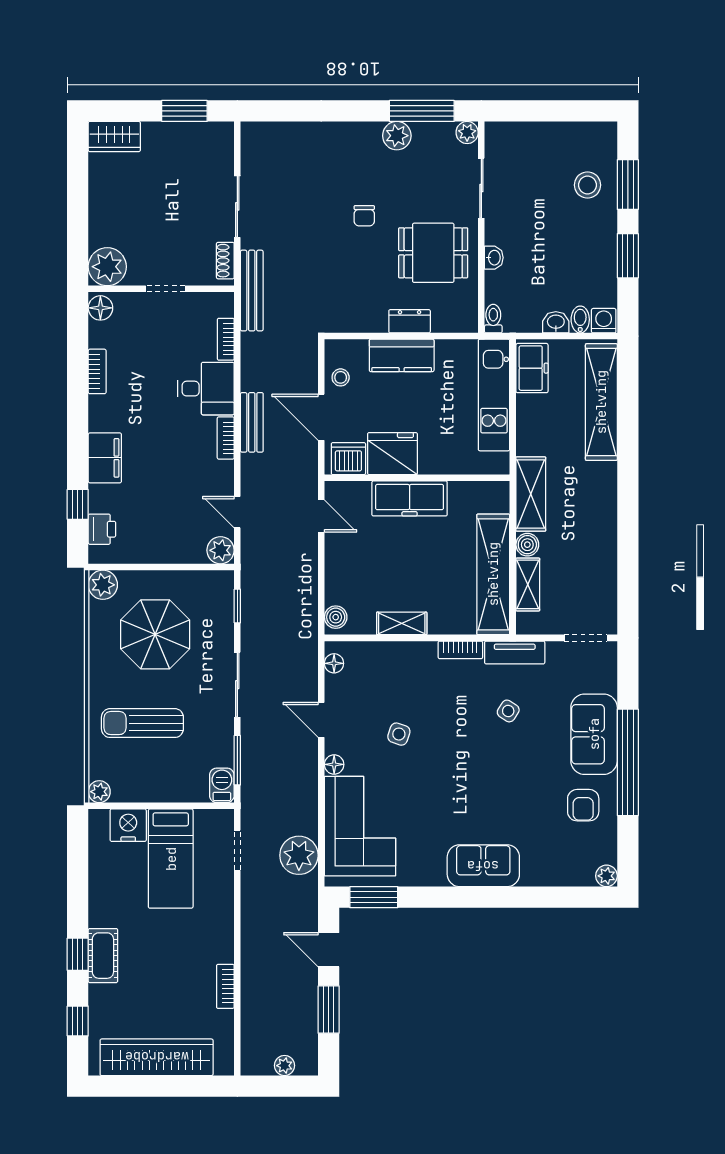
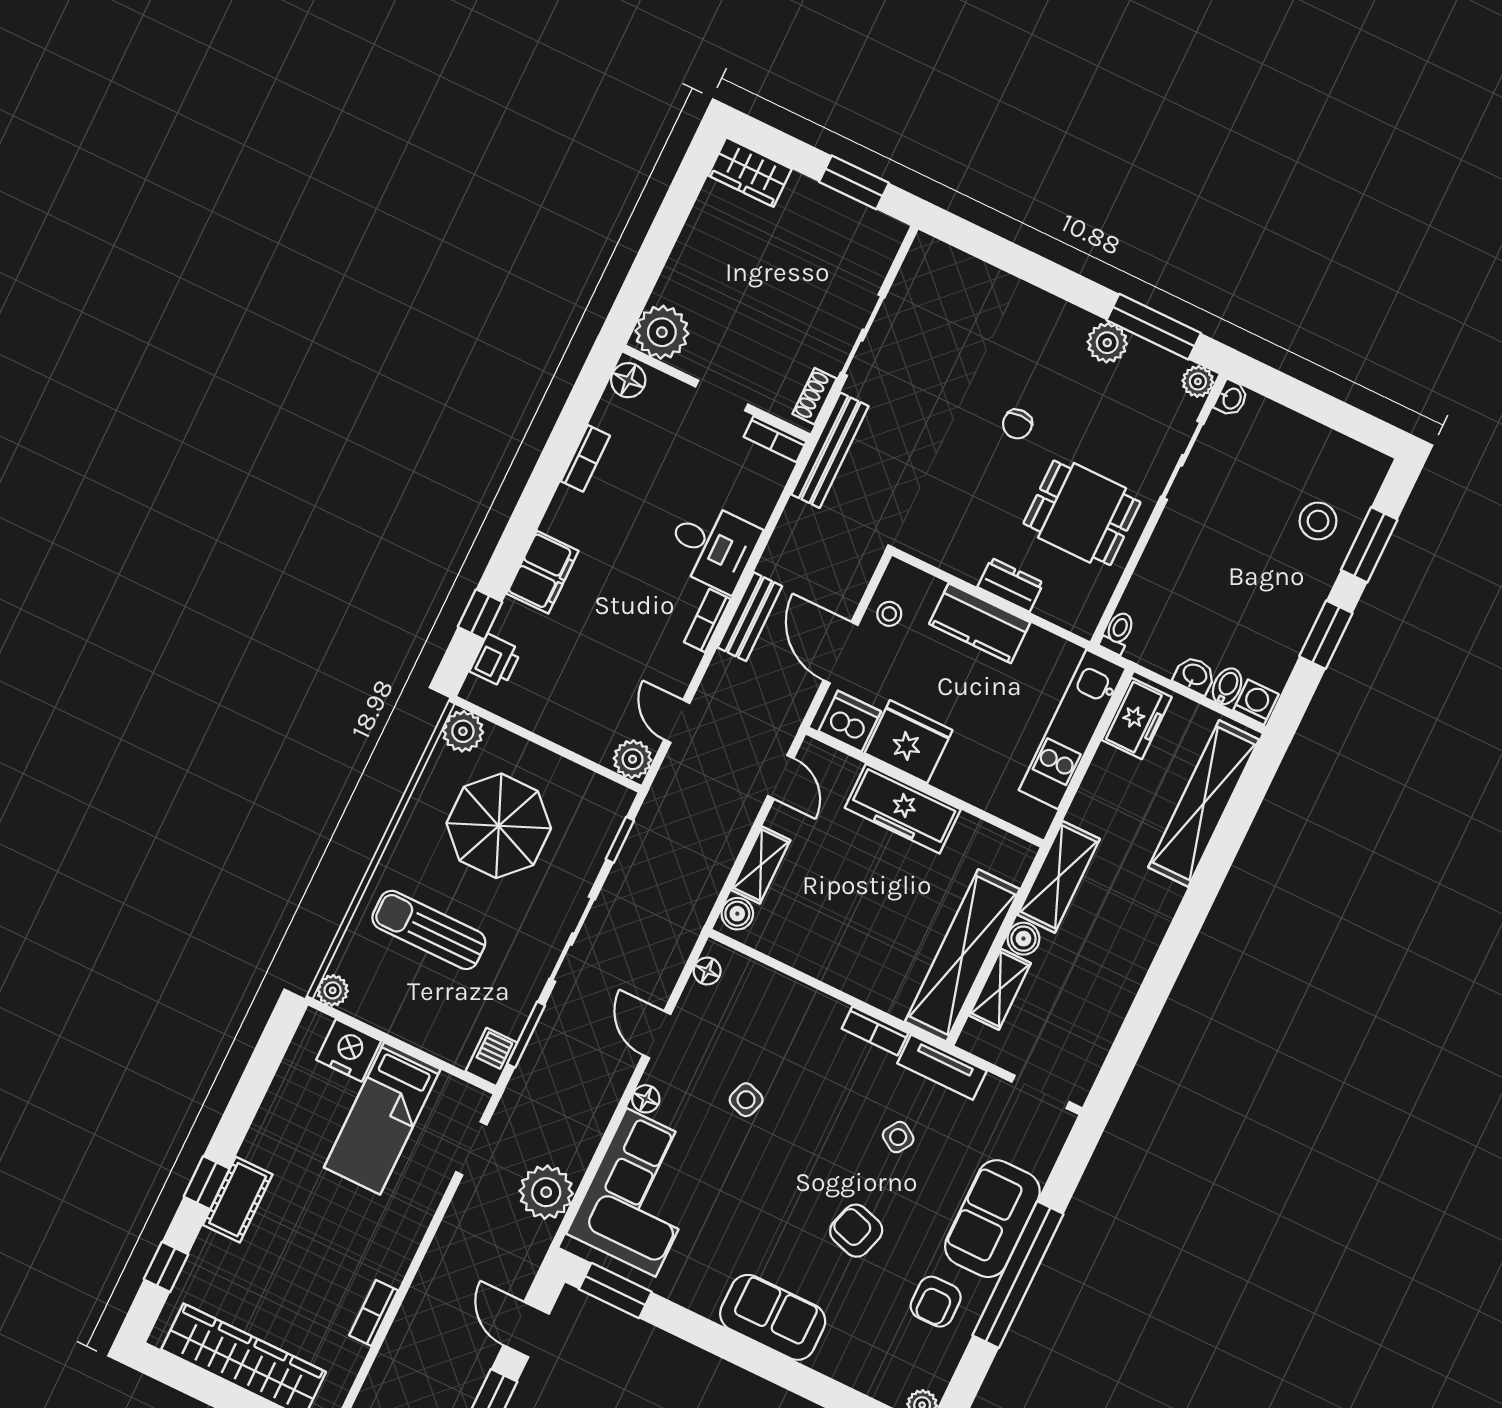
washbasin: (494, 258) -> (1231, 398), moved
bookcase: (226, 339) -> (775, 439), moved, turned -90
shelving: (402, 623) -> (761, 865), moved, turned 90
armchair: (510, 784) -> (856, 1231), added

